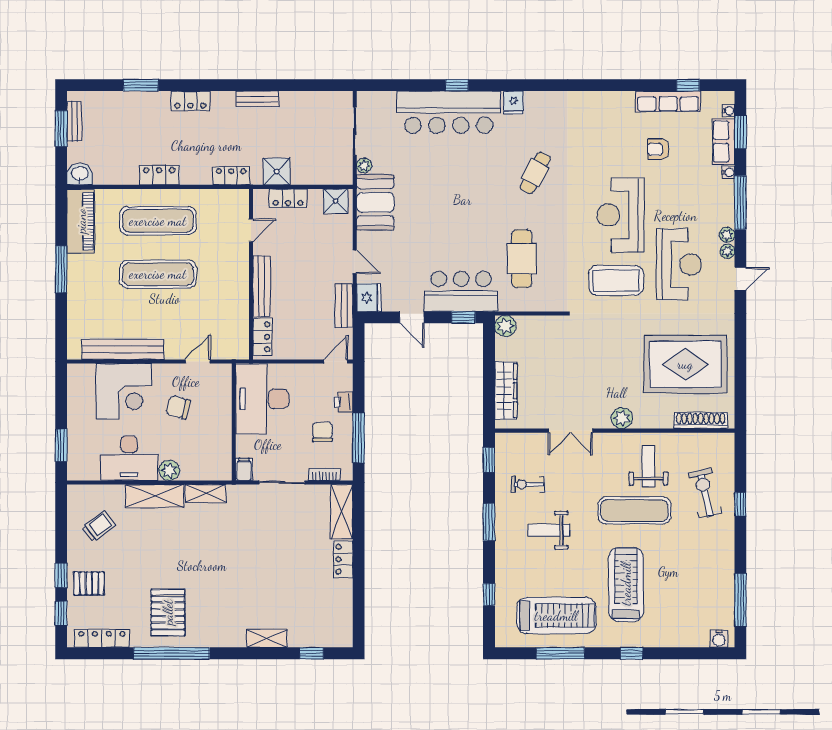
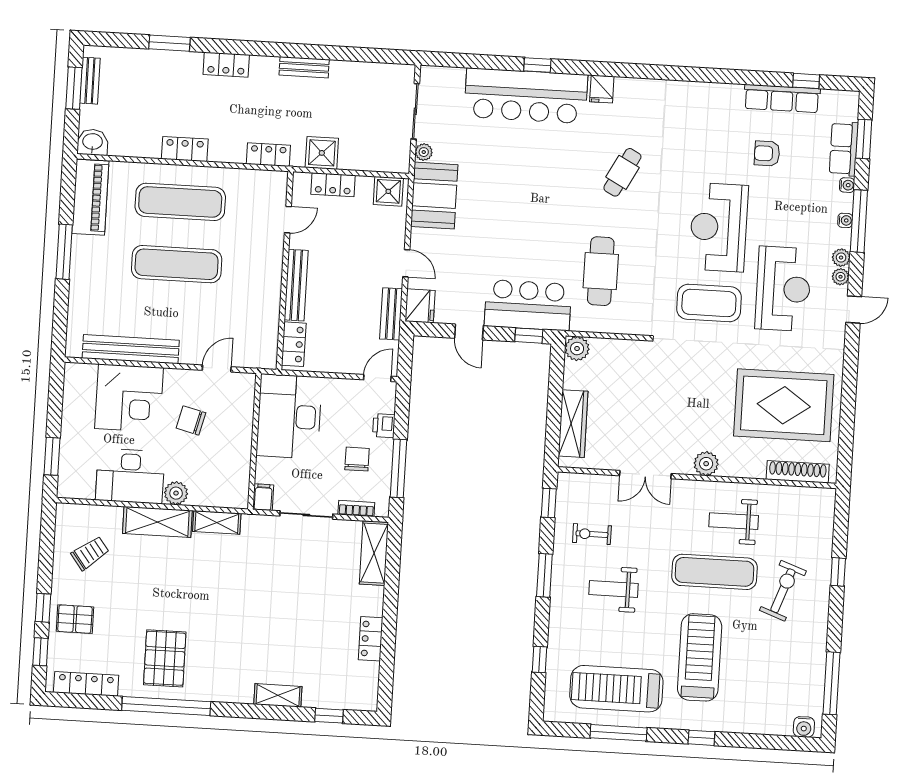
water cooler: (729, 111) -> (845, 220), moved
weight bench: (648, 466) -> (734, 521), turned -90
exercise bike: (705, 493) -> (783, 591), moved, turned 33
locker: (343, 559) -> (371, 639), moved
treadmill: (556, 616) -> (616, 689), turned 180

